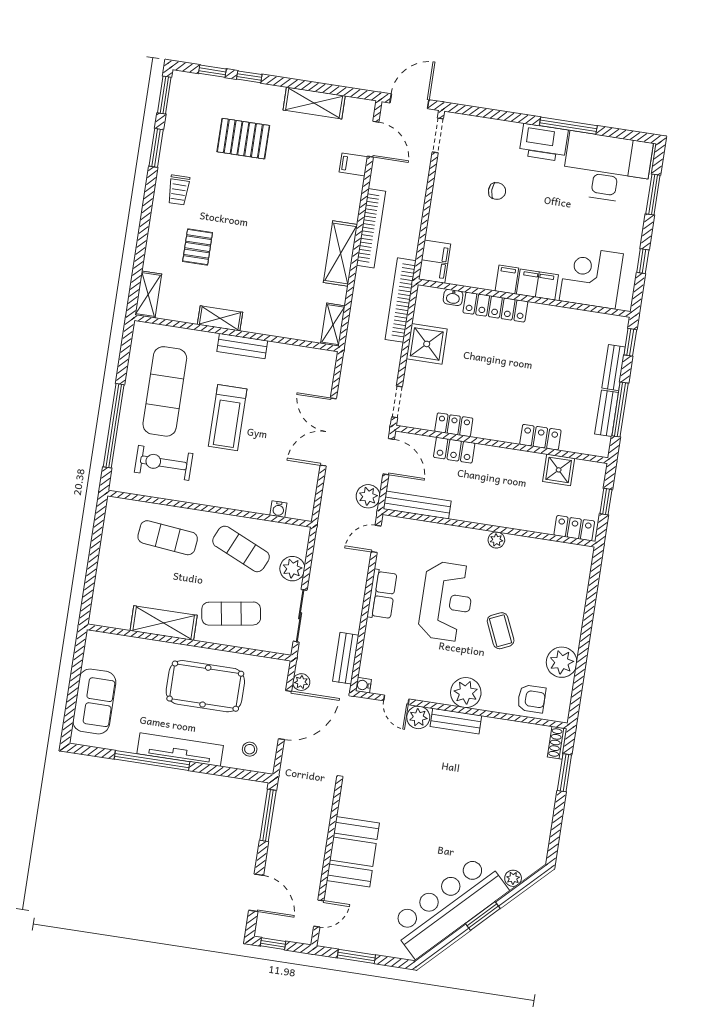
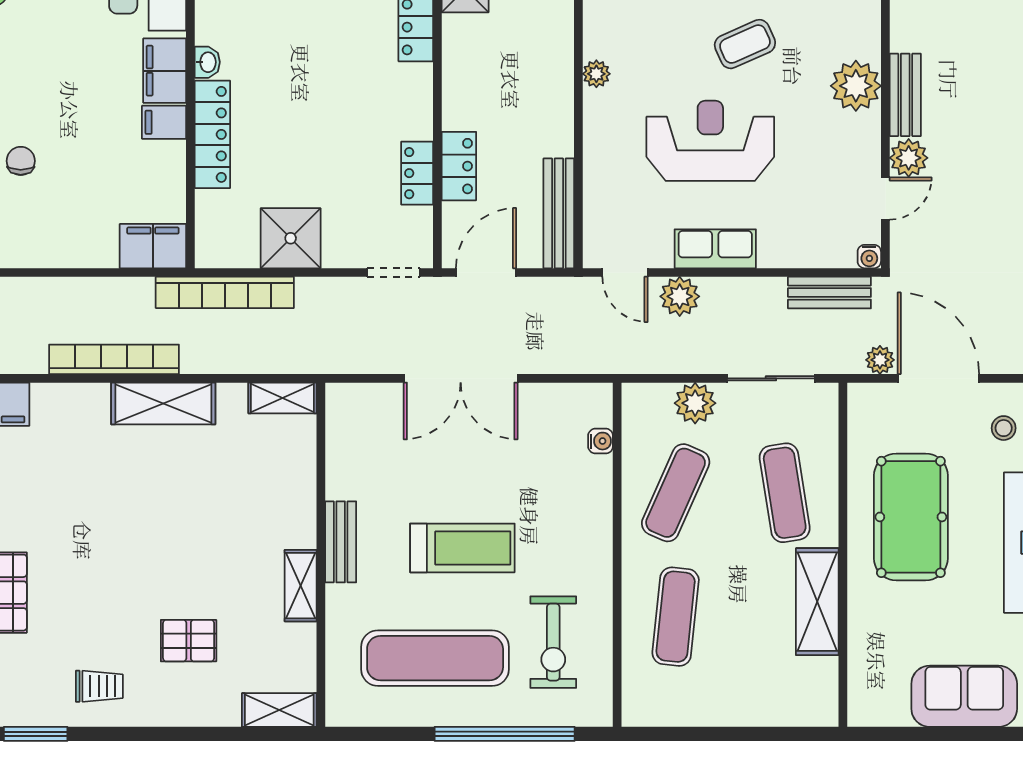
washbasin: (453, 297) -> (207, 62), moved
plant: (368, 496) -> (680, 296), moved

